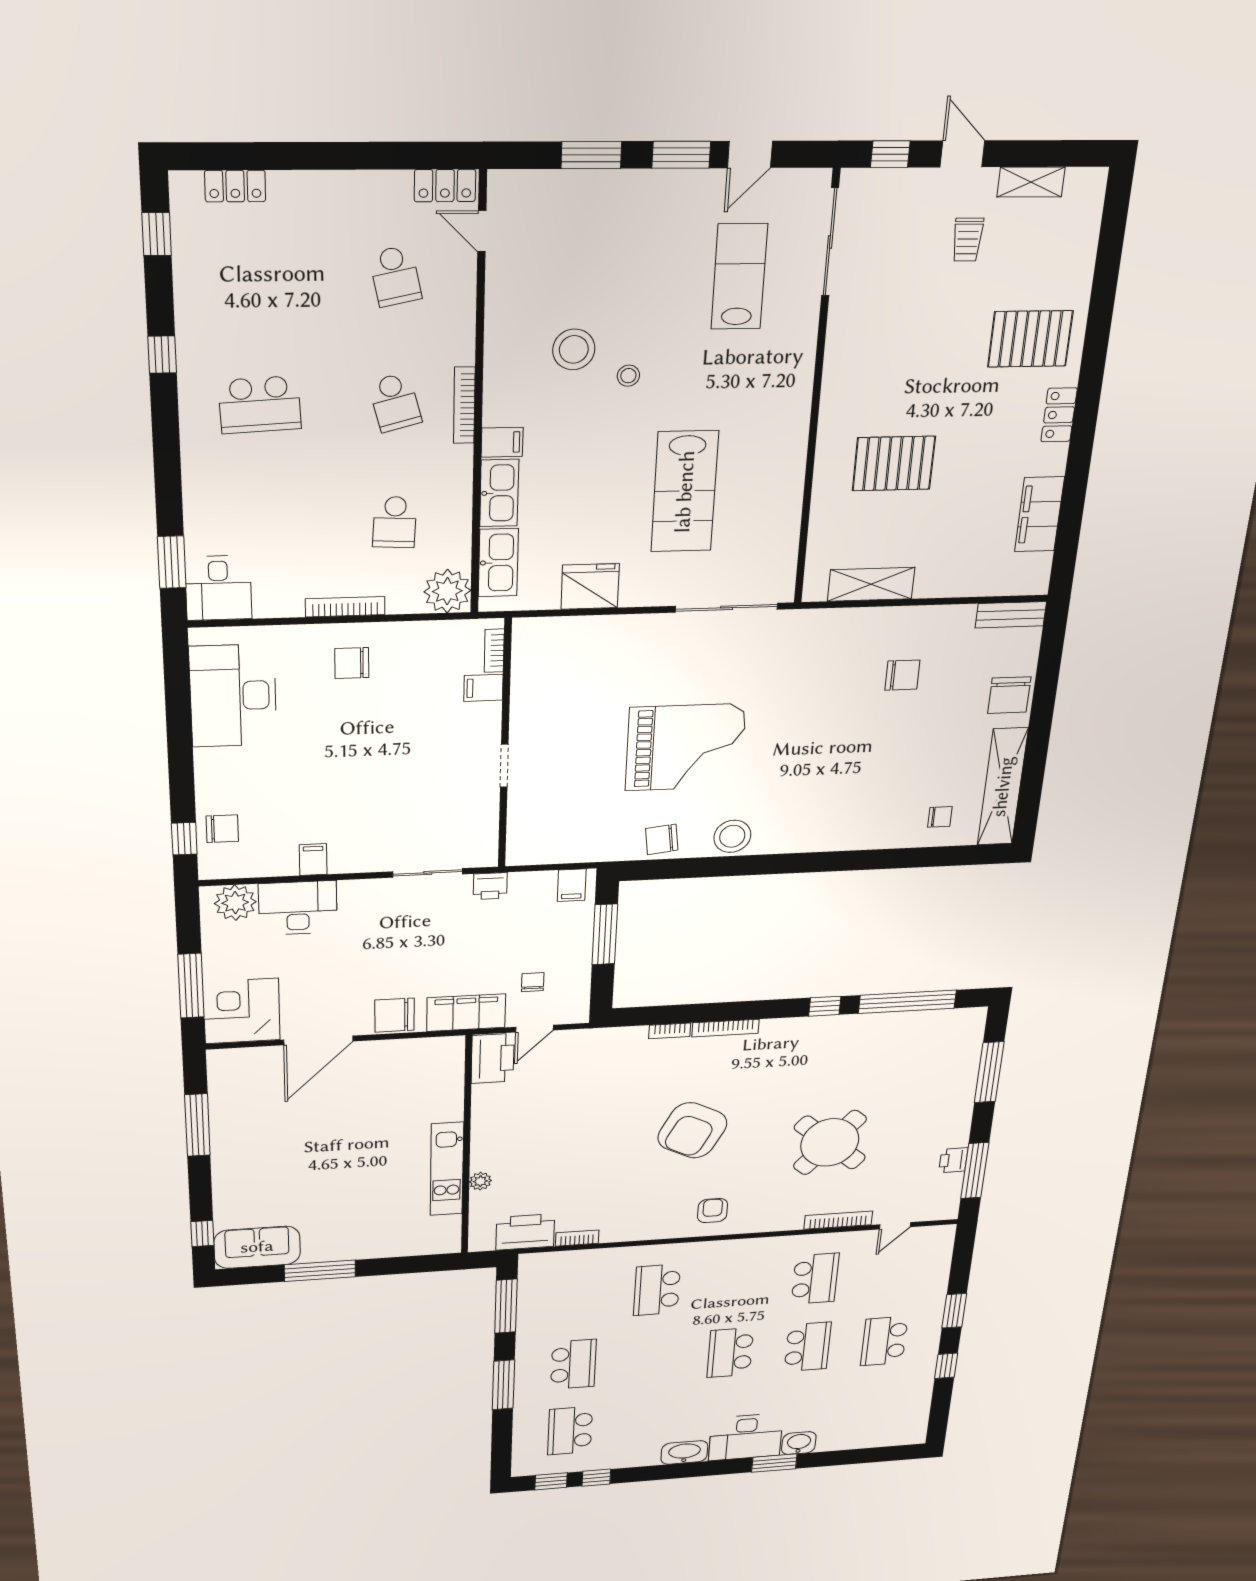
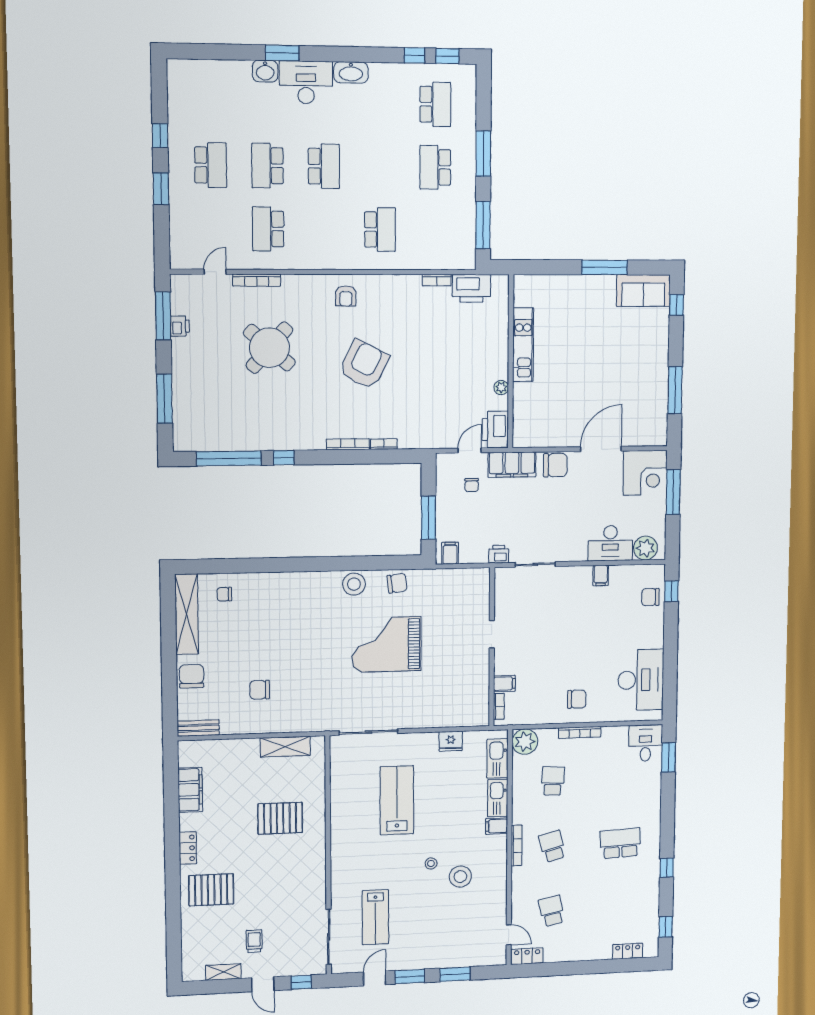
fridge: (590, 586) -> (451, 741), width x0.73, depth x0.75
plant: (480, 1181) -> (501, 388), moved

